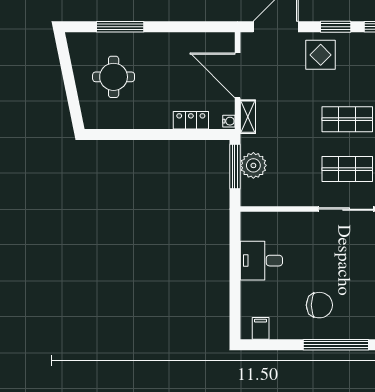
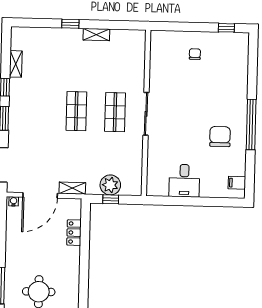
display table: (321, 55) -> (26, 131), removed
water cooler: (229, 121) -> (14, 201), moved
window: (235, 167) -> (111, 199), width x0.46

